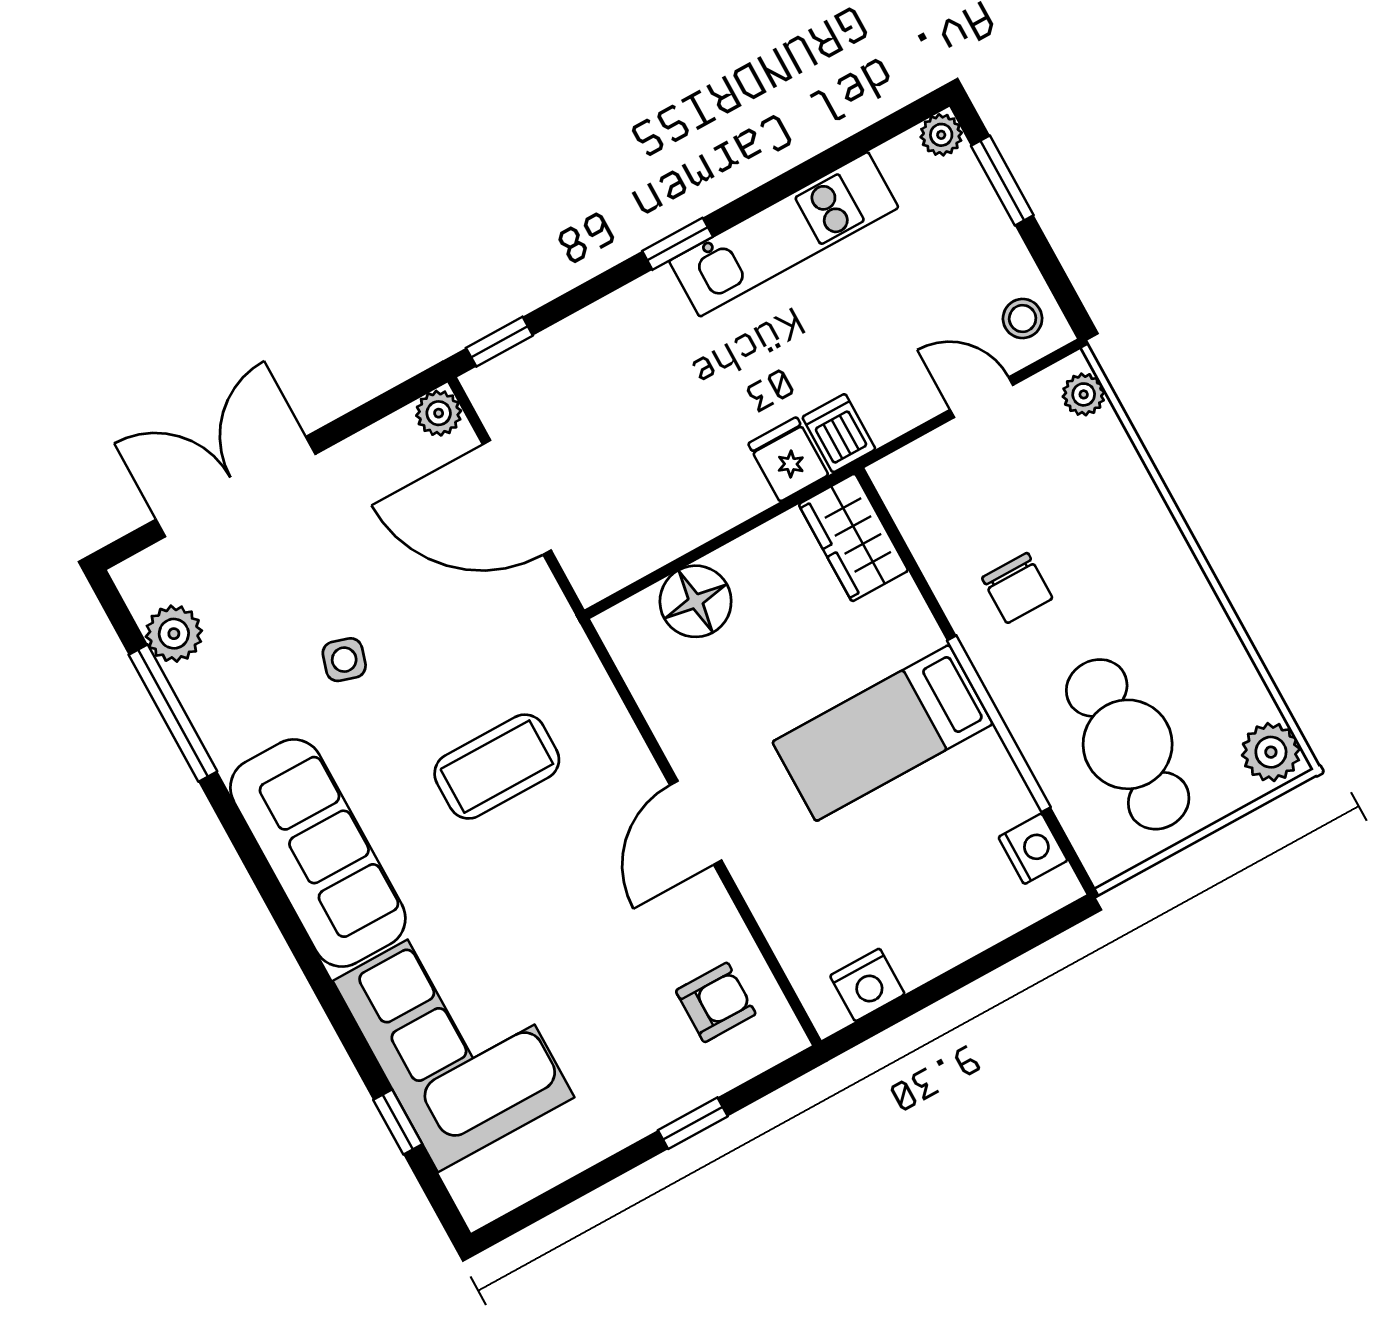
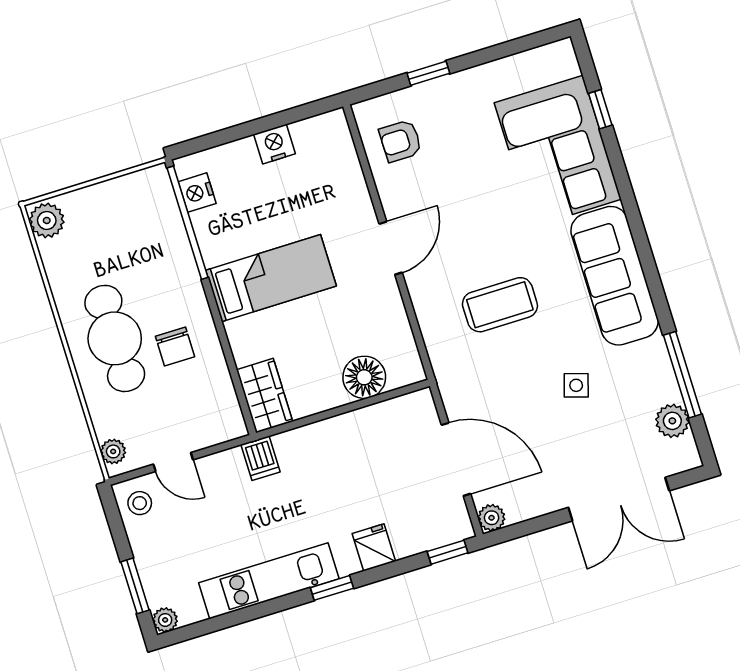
fridge: (788, 459) -> (374, 547), moved, turned 180
chair: (1017, 588) -> (175, 347), turned 180
window: (999, 724) -> (188, 223), moved
cafe table: (1128, 744) -> (115, 338), moved
nightstand: (867, 985) -> (275, 144), moved

